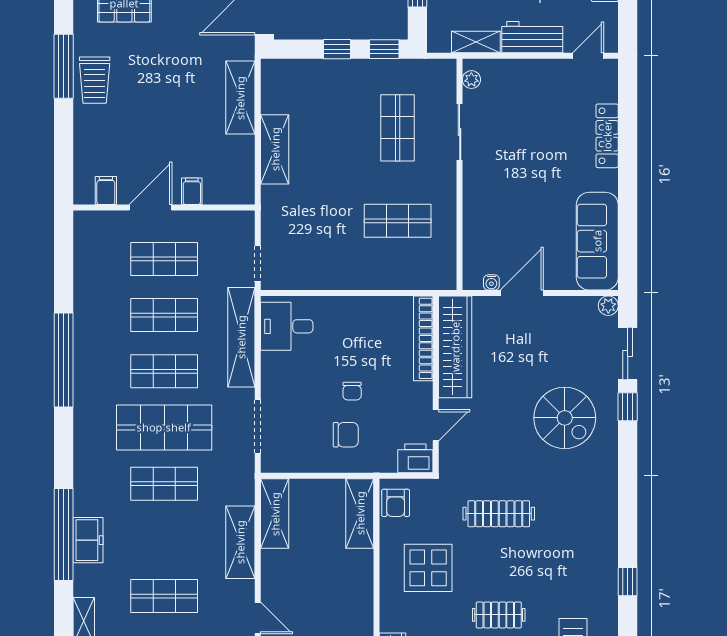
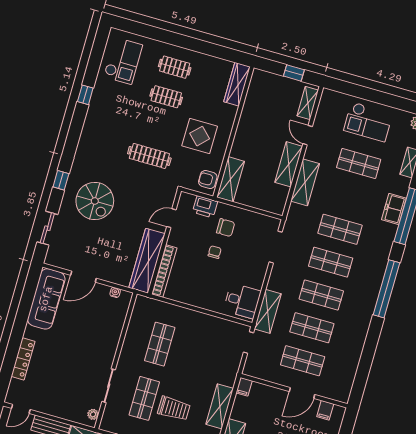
trolley: (346, 125) -> (174, 409), added
filing cabinet: (192, 191) -> (244, 387), moved
shop shelf: (398, 221) -> (160, 344), turned 90
door: (522, 293) -> (83, 277), moved
plant: (608, 306) -> (51, 259), removed
shelving: (241, 337) -> (268, 311), width x0.68
window: (64, 360) -> (386, 289), moved
window: (628, 407) -> (61, 180), moved
spiral stairs: (565, 418) -> (95, 201), turned 180
shop shelf: (164, 427) -> (331, 262), width x0.70, depth x0.74
chair: (346, 435) -> (226, 228), turned 180
printer: (415, 458) -> (205, 207), moved
armchair: (396, 503) -> (208, 179), turned -90
shelving: (275, 514) -> (289, 164), moved

